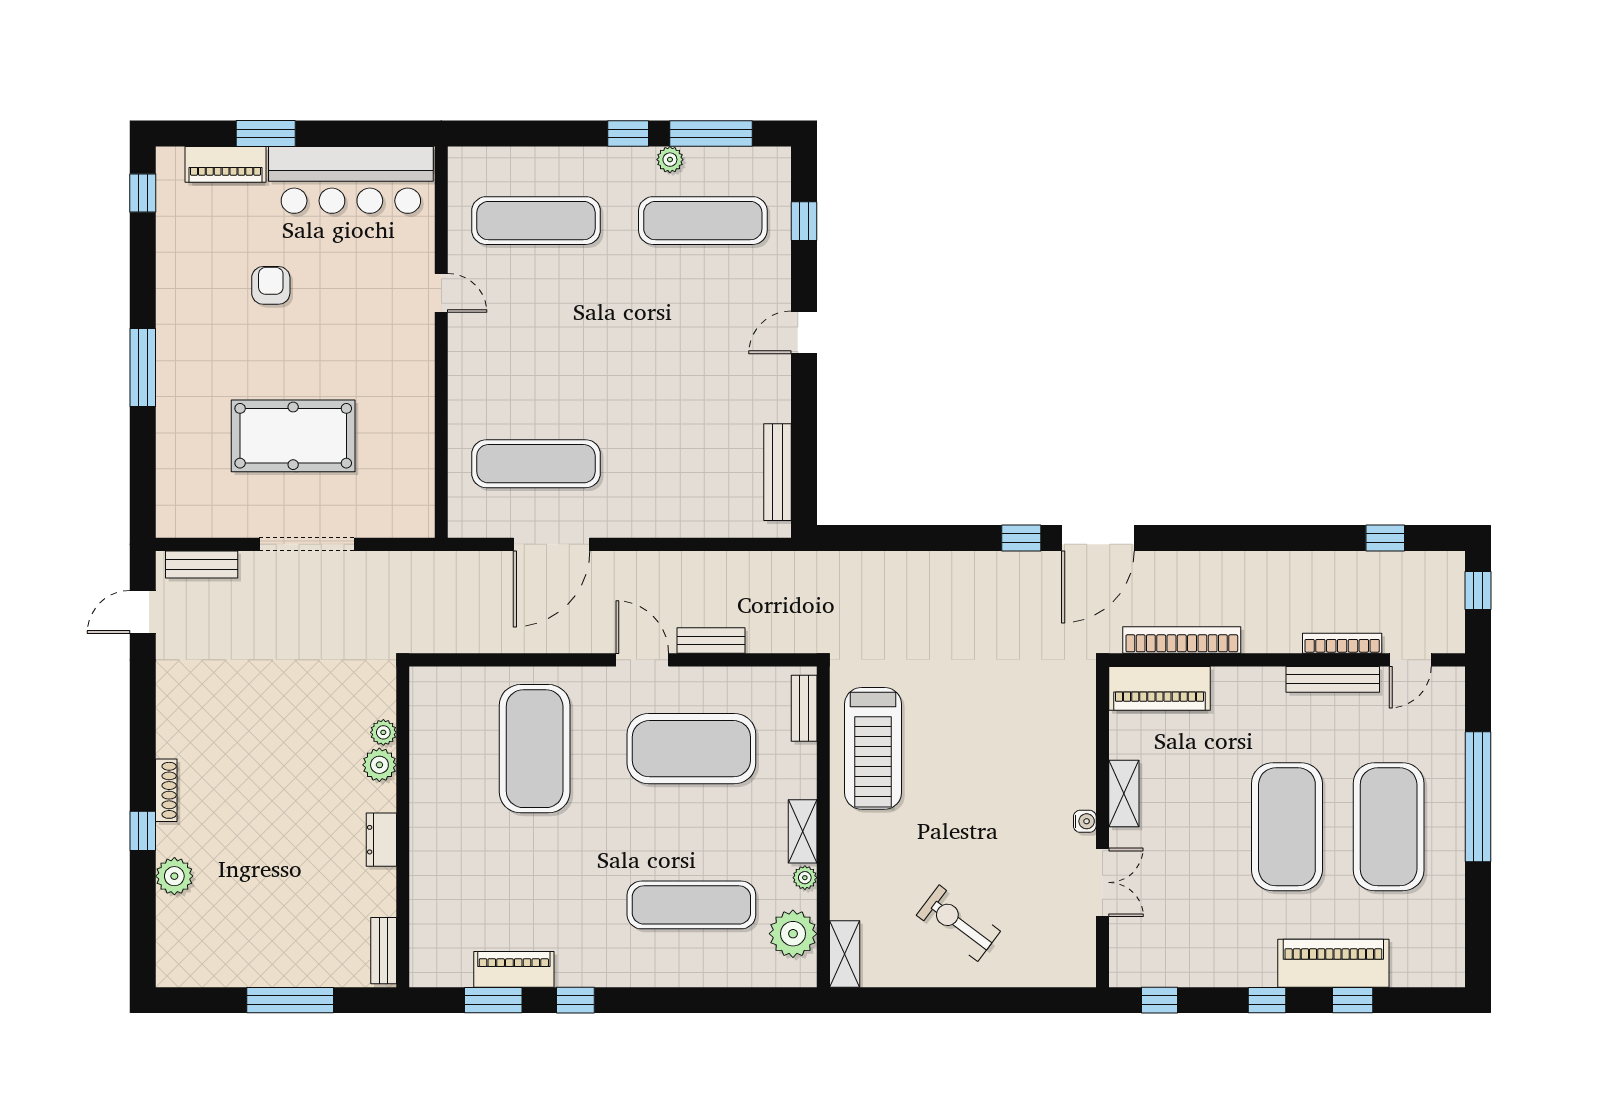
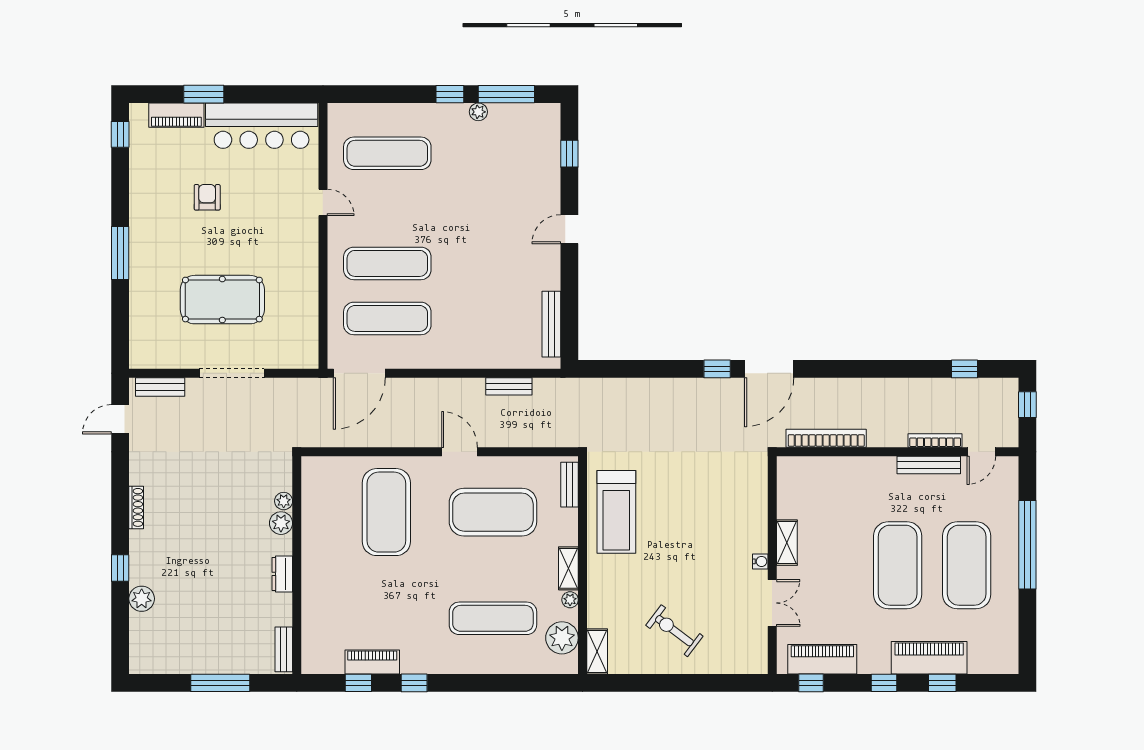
exercise mat: (703, 221) -> (387, 263), moved
door: (552, 544) -> (359, 373), moved
bench: (711, 641) -> (509, 386), moved
piano: (1159, 688) -> (822, 659), moved, turned 180
shoe rack: (166, 790) -> (136, 507), moved
window: (493, 1000) -> (358, 683), width x0.67

